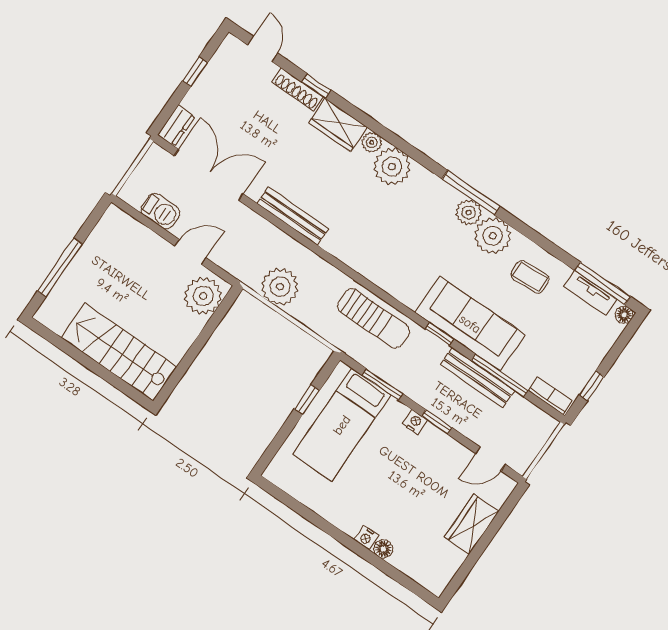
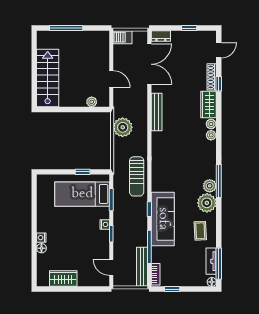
plant: (392, 167) -> (211, 135), width x0.53, depth x0.53
barbecue: (160, 211) -> (122, 37), moved, turned 90
plant: (203, 296) -> (92, 102), width x0.53, depth x0.53
bench: (478, 378) -> (142, 267), moved
wardrobe: (472, 524) -> (63, 279), moved

